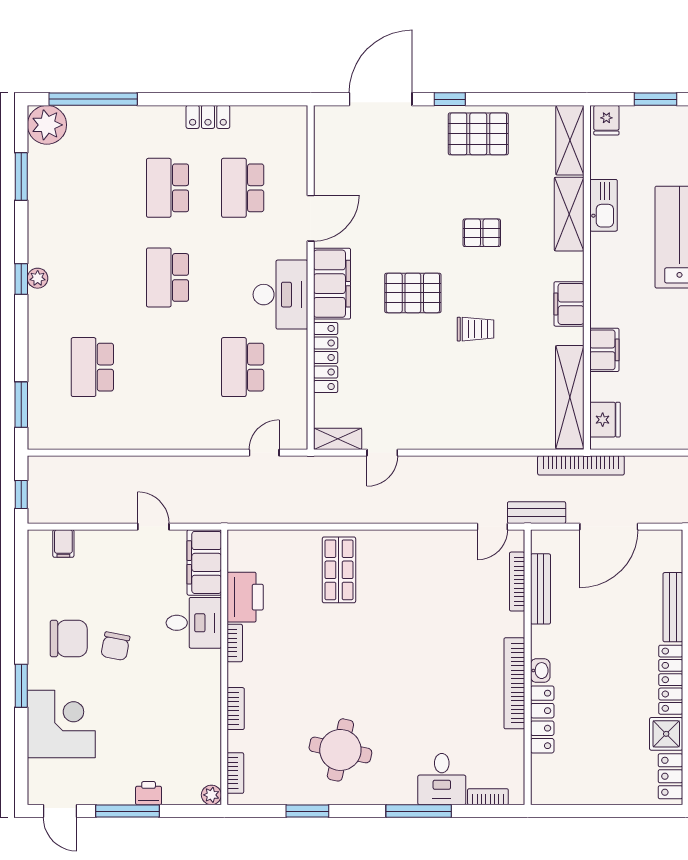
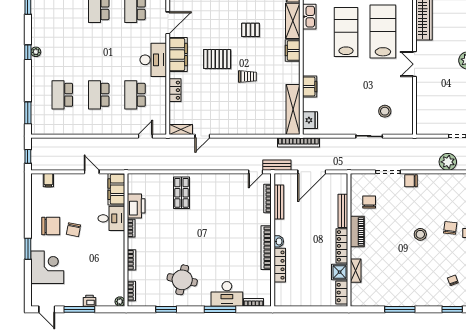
school desk: (168, 277) -> (99, 95), moved
filing cabinet: (569, 304) -> (293, 51), moved
locker: (326, 357) -> (175, 90), width x0.66
desk: (442, 779) -> (227, 294), width x1.37

